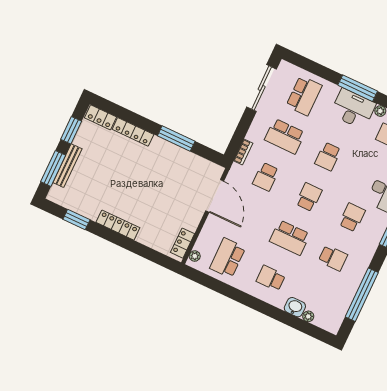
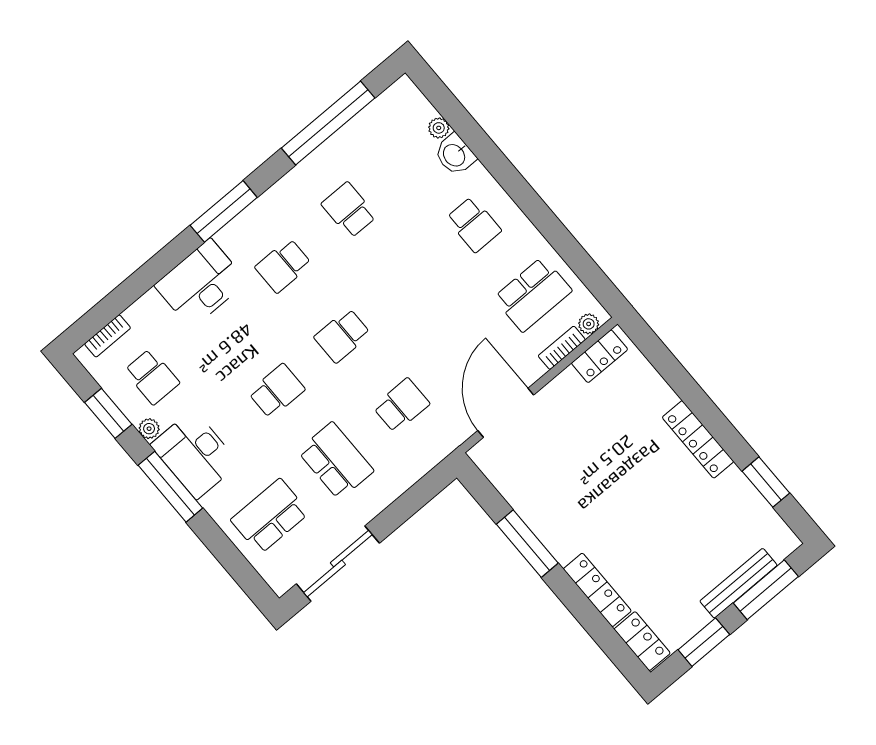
bookcase: (243, 152) -> (562, 348), moved
school desk: (290, 238) -> (408, 280), removed

